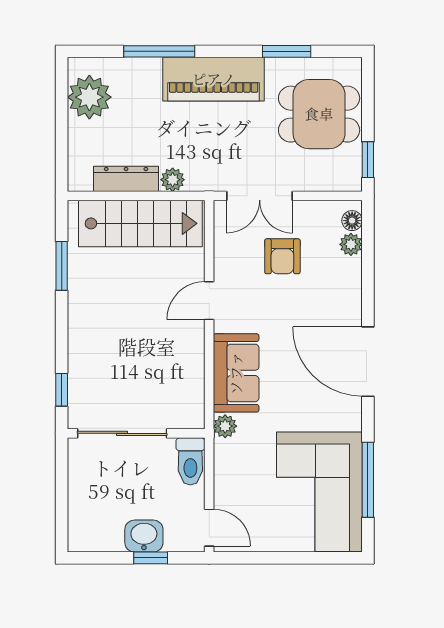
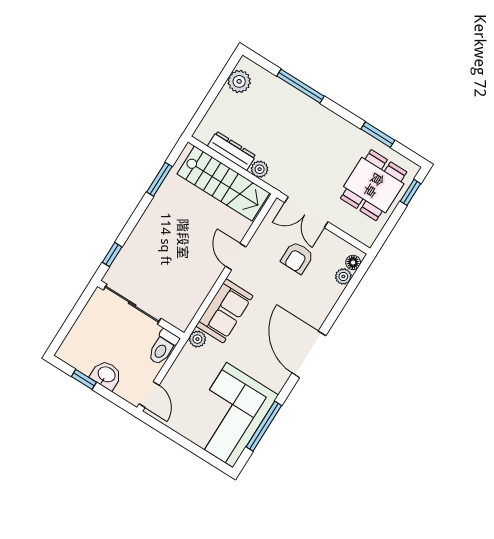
piano: (214, 79) -> (323, 124), removed
plant: (89, 97) -> (239, 81), width x0.73, depth x0.73
dining table: (319, 114) -> (374, 185), turned 90
window: (368, 160) -> (410, 192), moved
door: (209, 301) -> (236, 257), hinge flipped
window: (151, 558) -> (84, 379), moved

